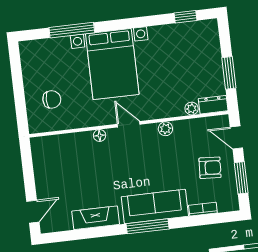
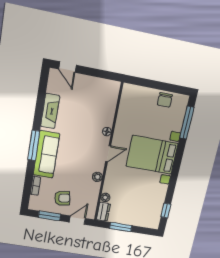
window: (72, 30) -> (187, 123), moved
chair: (52, 99) -> (165, 100), moved
armchair: (210, 168) -> (62, 198), turned -102

